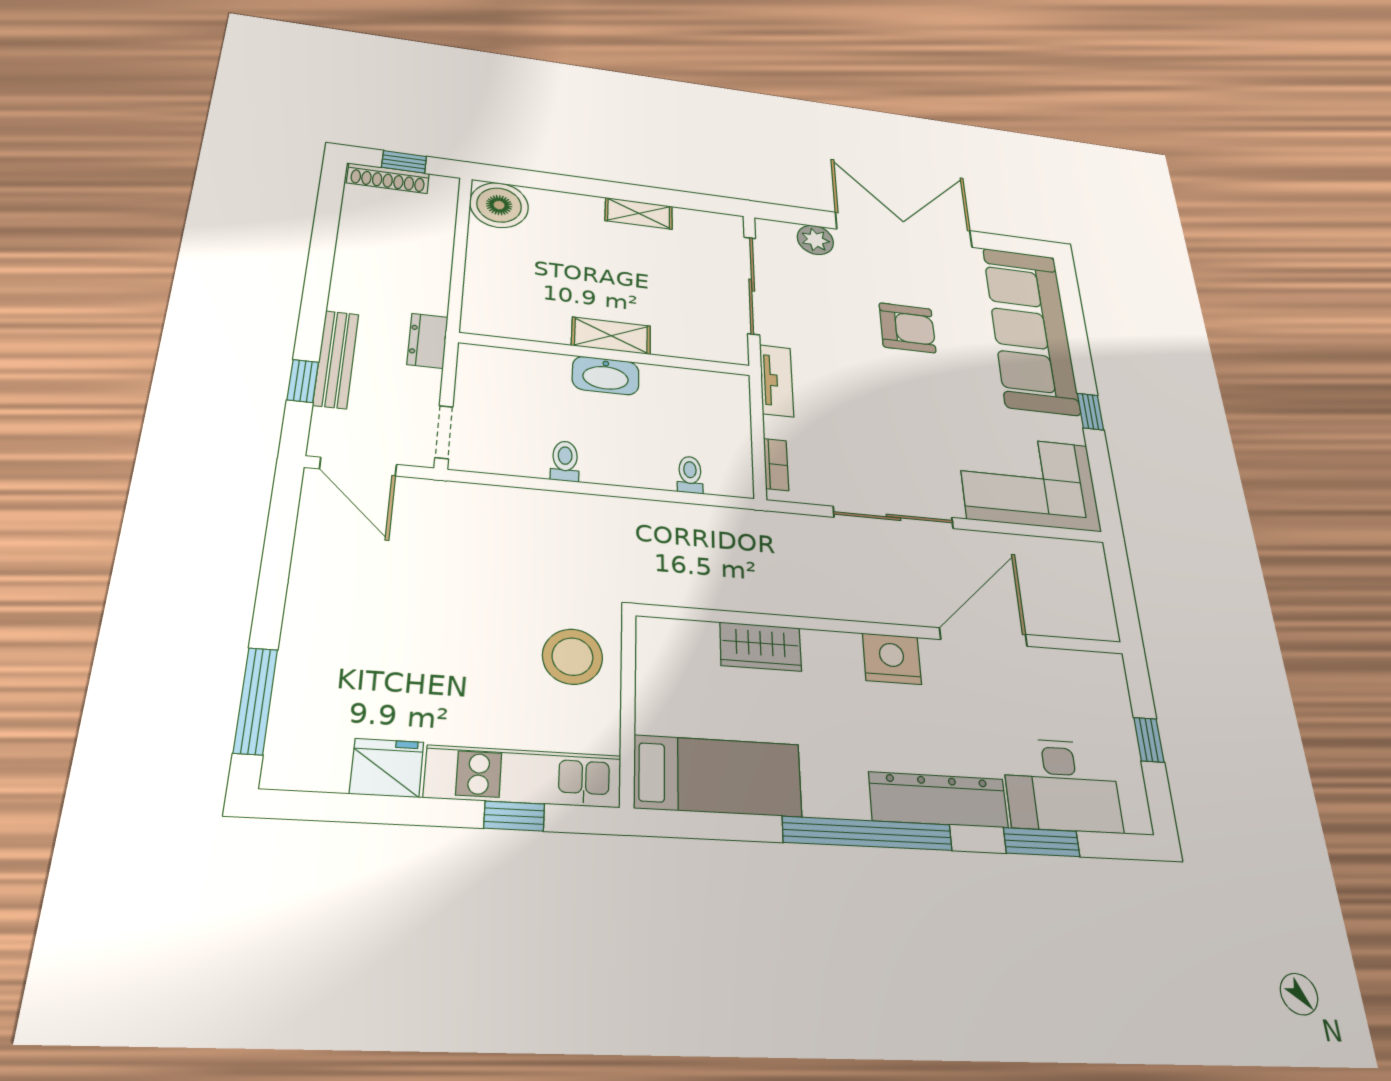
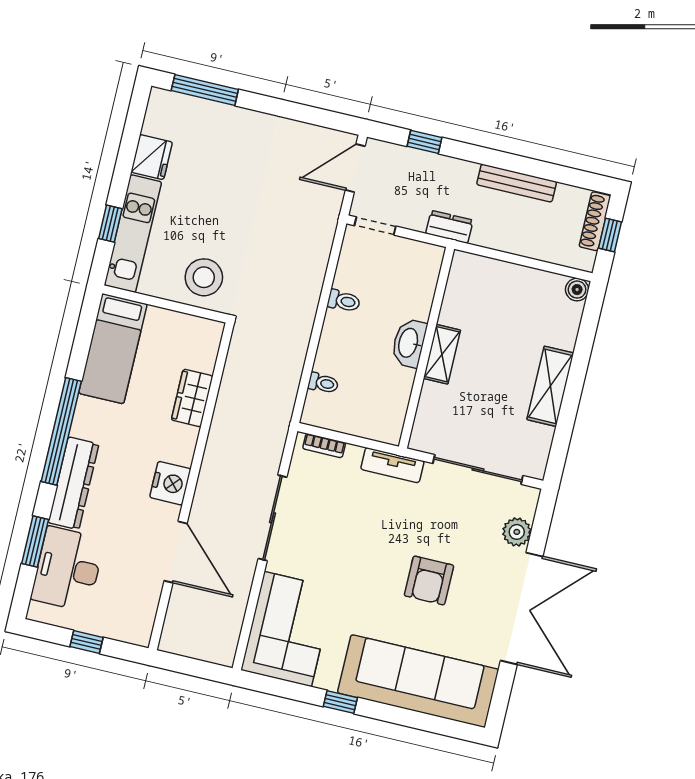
boiler: (499, 205) -> (577, 290), width x0.54, depth x0.54
shelving: (639, 213) -> (550, 386), width x1.50, depth x1.33
bench: (336, 359) -> (517, 183), moved

